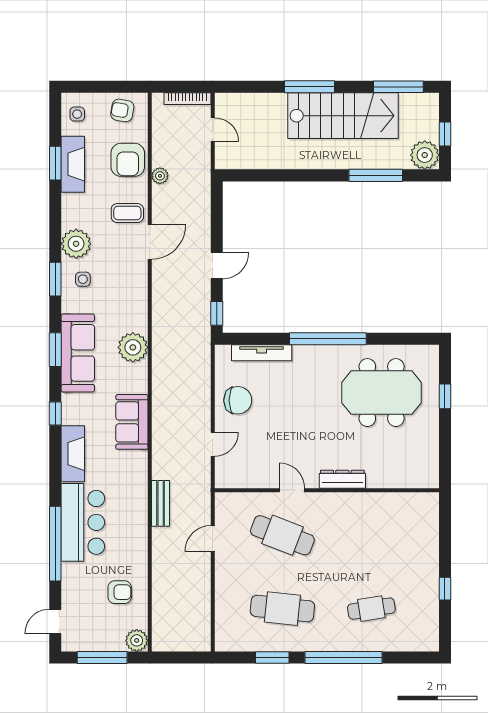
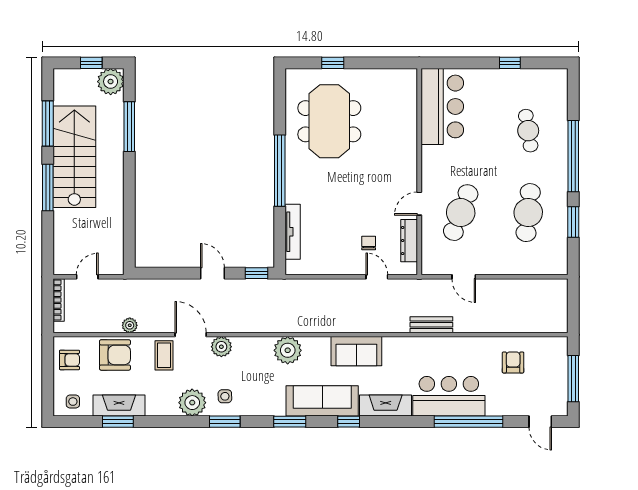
window: (398, 87) -> (48, 124), moved
armchair: (122, 110) -> (69, 360), turned -100
sofa: (78, 353) -> (322, 401), moved
chair: (238, 400) -> (369, 243), moved, width x0.54, depth x0.54
dresser: (342, 479) -> (409, 241), moved
bar counter: (398, 515) -> (442, 106), added
plant: (137, 640) -> (221, 347), moved

